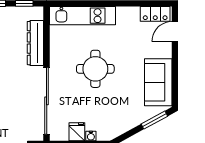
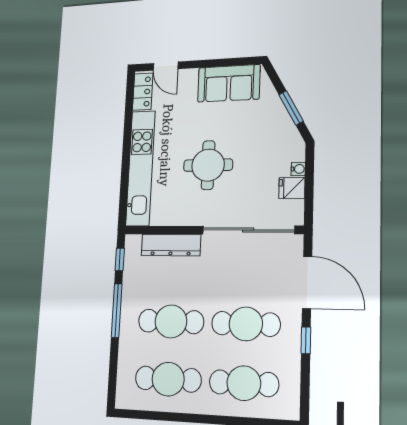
kitchen unit: (82, 16) -> (140, 168), width x1.36
window: (154, 120) -> (291, 108), moved

